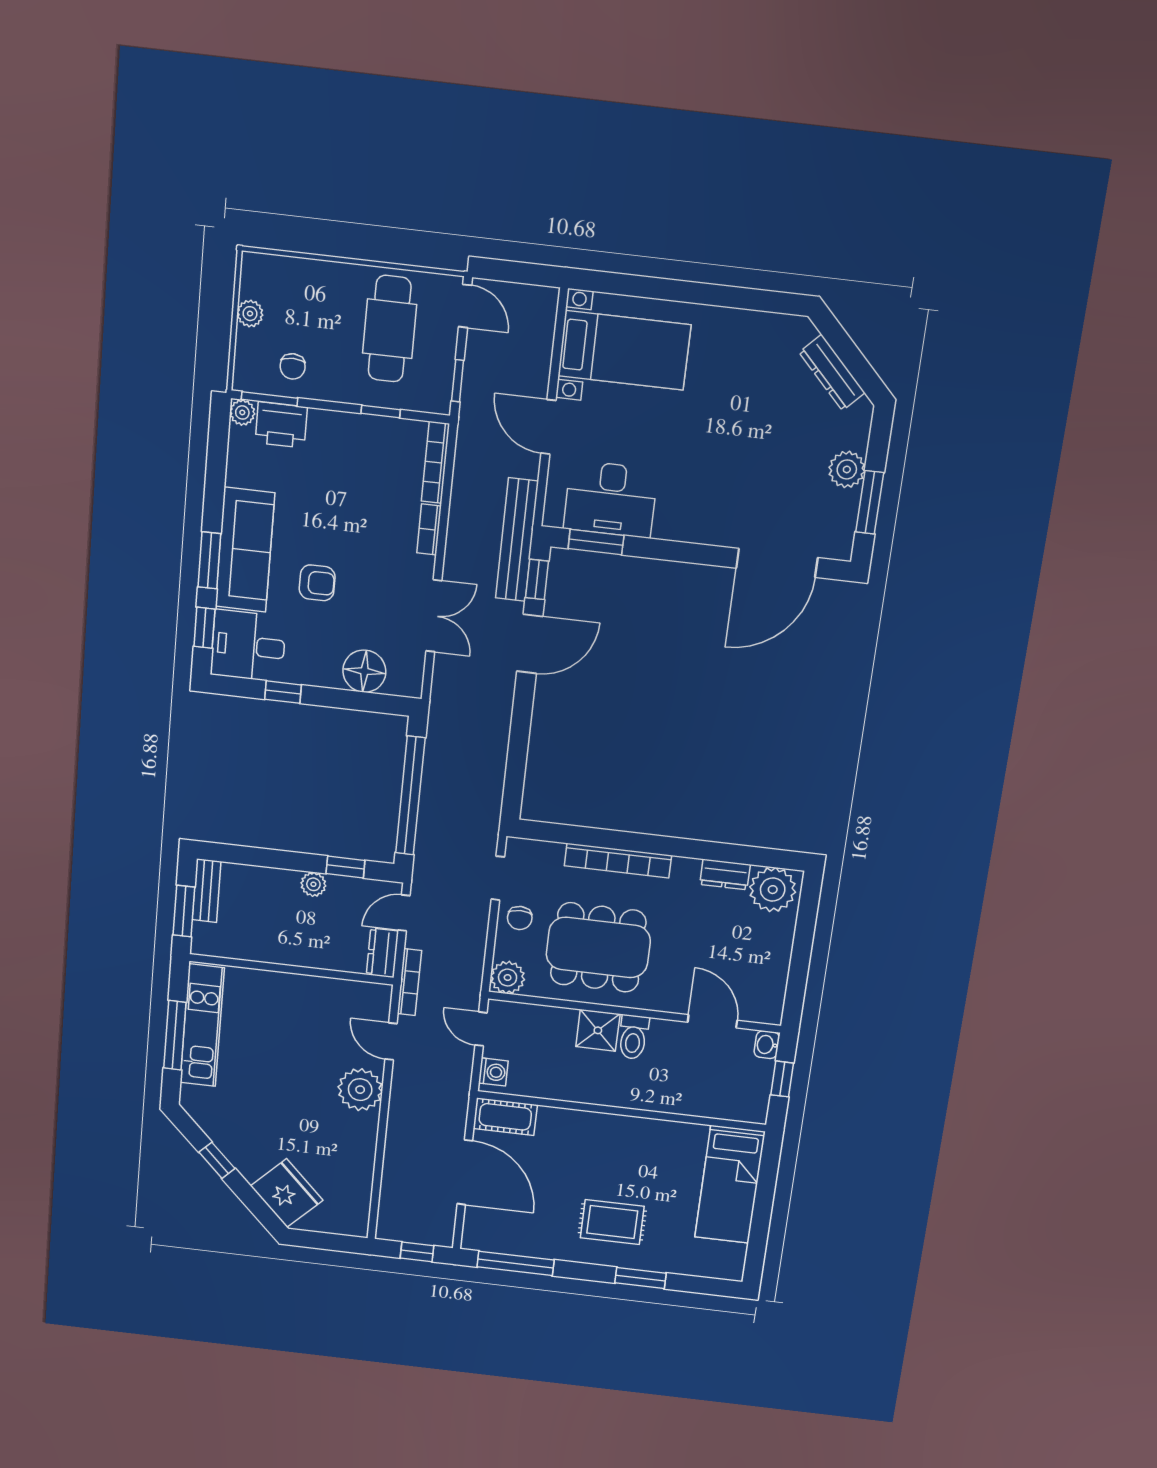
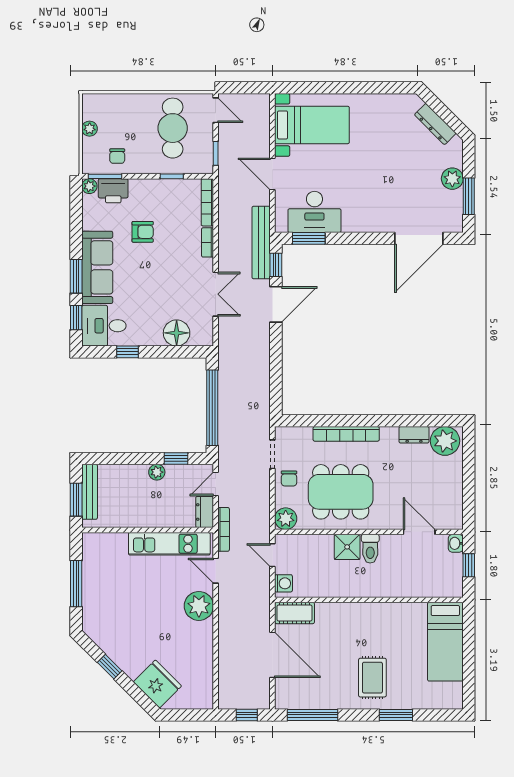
armchair: (317, 583) -> (143, 232), moved
bench: (206, 891) -> (90, 492), width x1.36
kitchen unit: (202, 1025) -> (169, 544), moved, turned 90
rug: (612, 1222) -> (372, 678), turned 90

